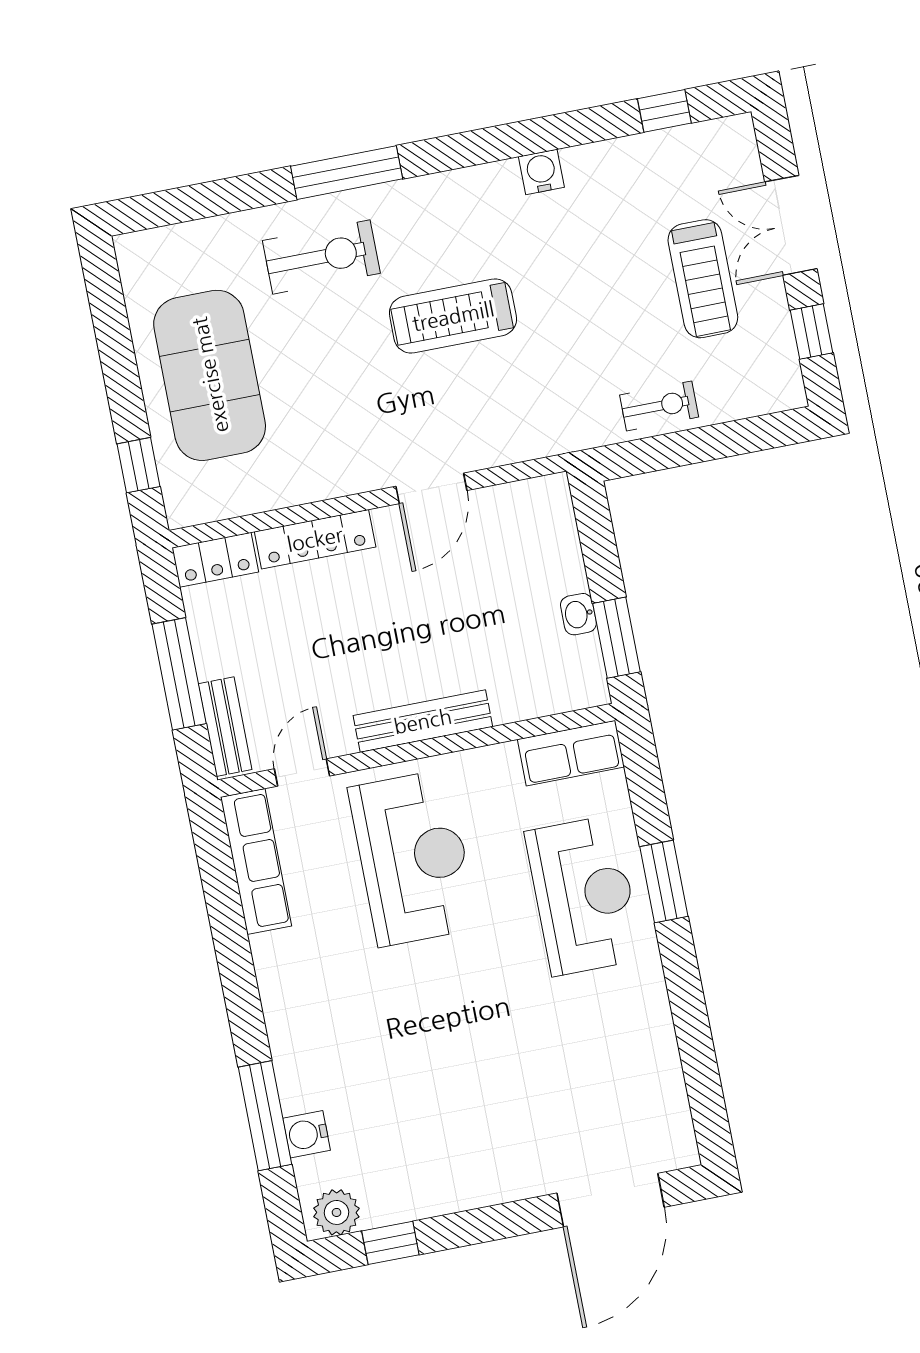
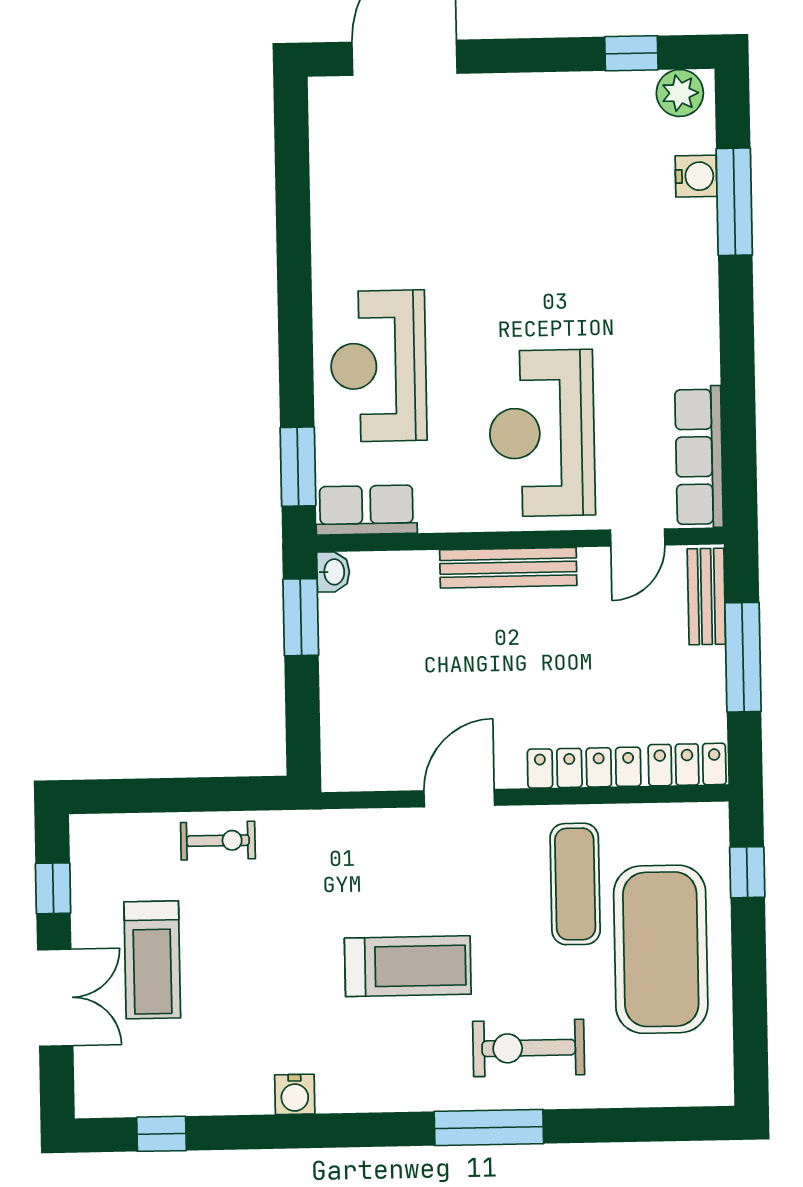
treadmill: (703, 279) -> (152, 960), turned 180
exercise bike: (659, 406) -> (218, 841), turned 180
exercise mat: (304, 424) -> (575, 884), added
washbasin: (578, 614) -> (333, 572), moved
window: (664, 881) -> (298, 467), moved

